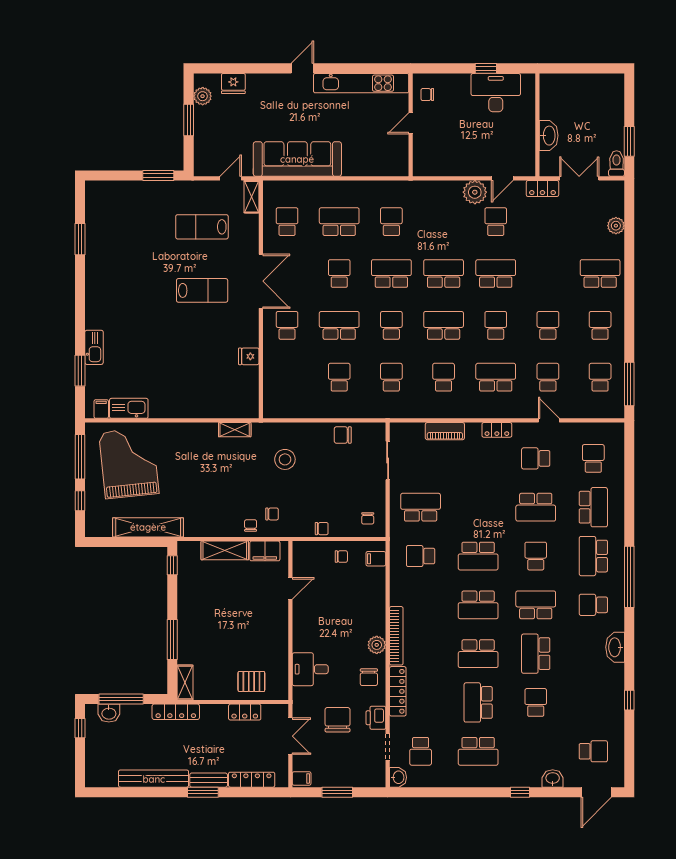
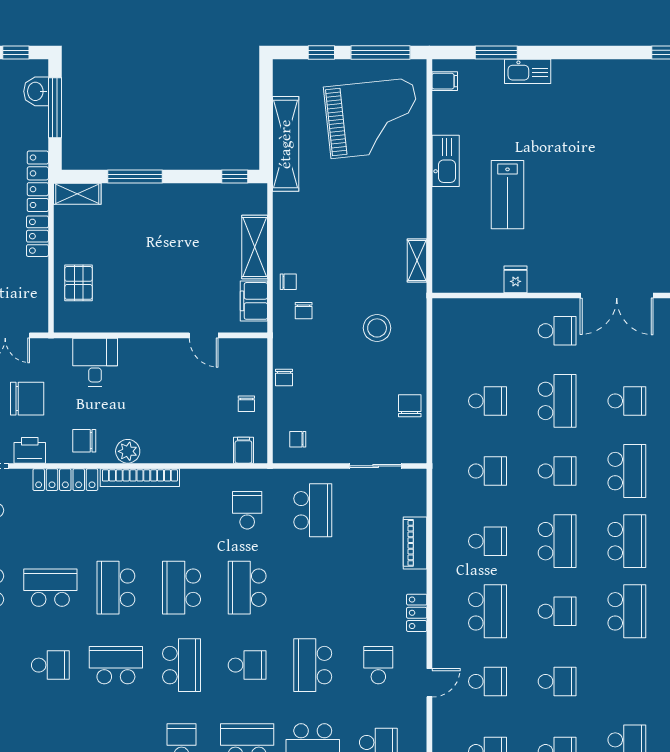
lab bench: (202, 290) -> (507, 195), moved
kitchen sink: (129, 408) -> (446, 161), moved
locker: (245, 712) -> (37, 236), moved

